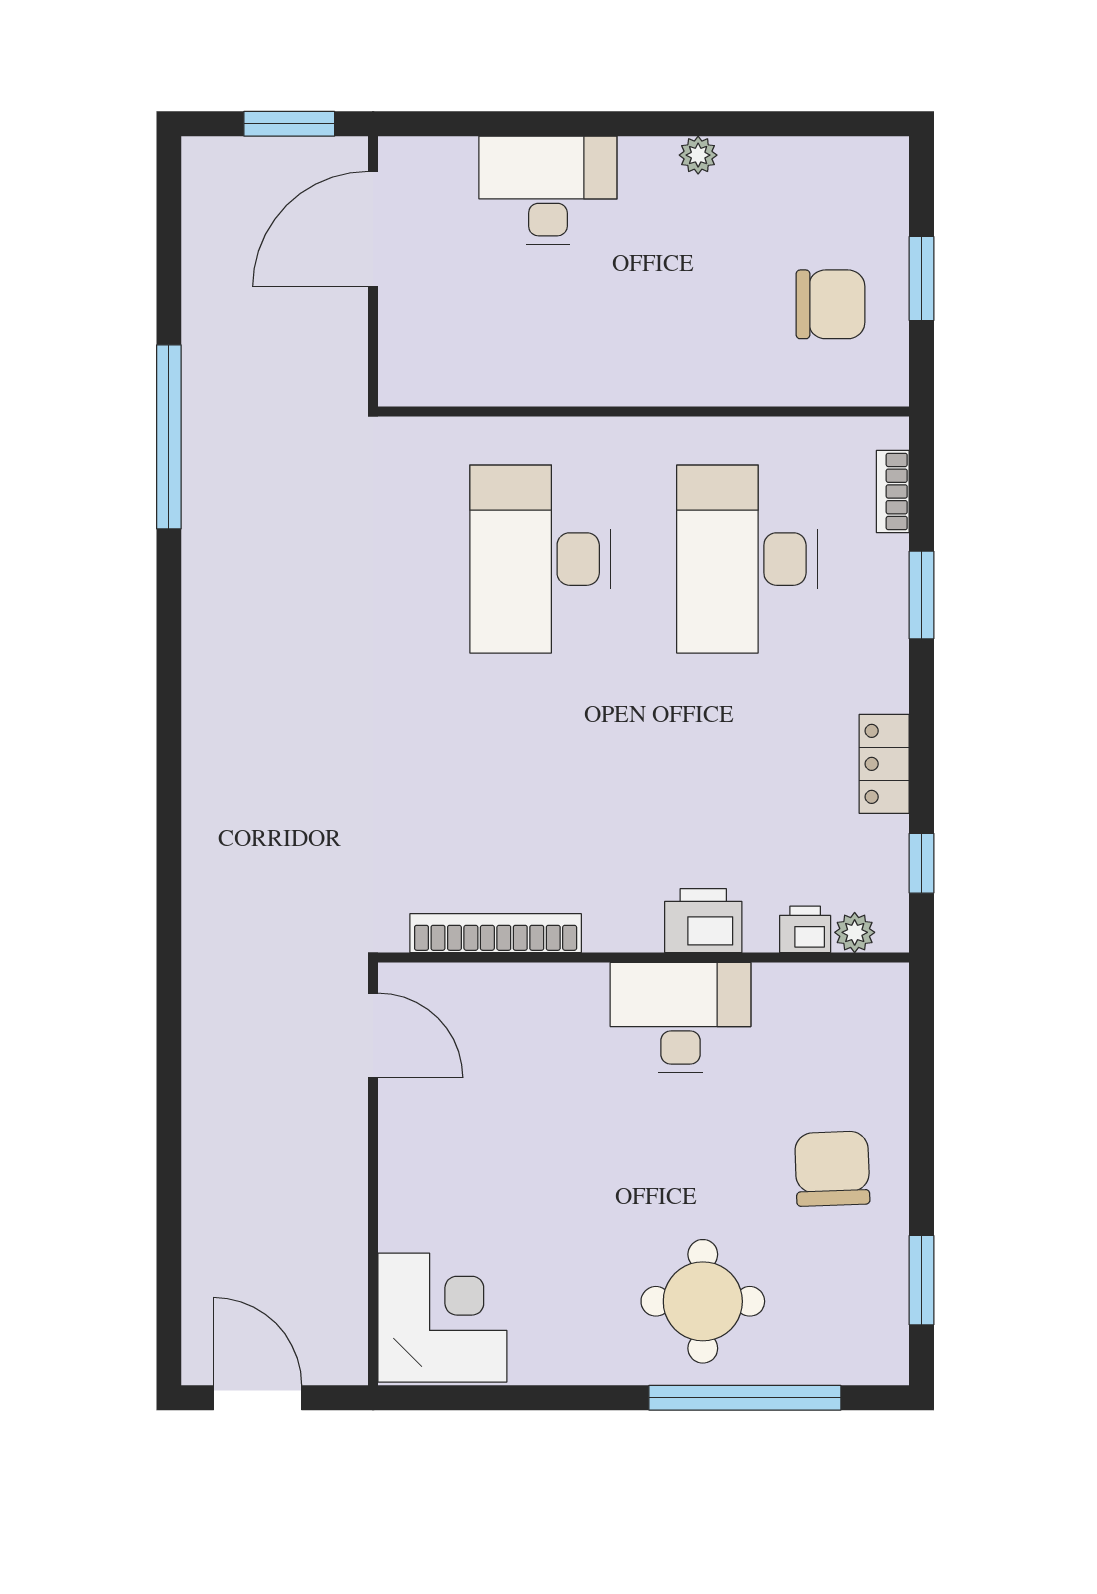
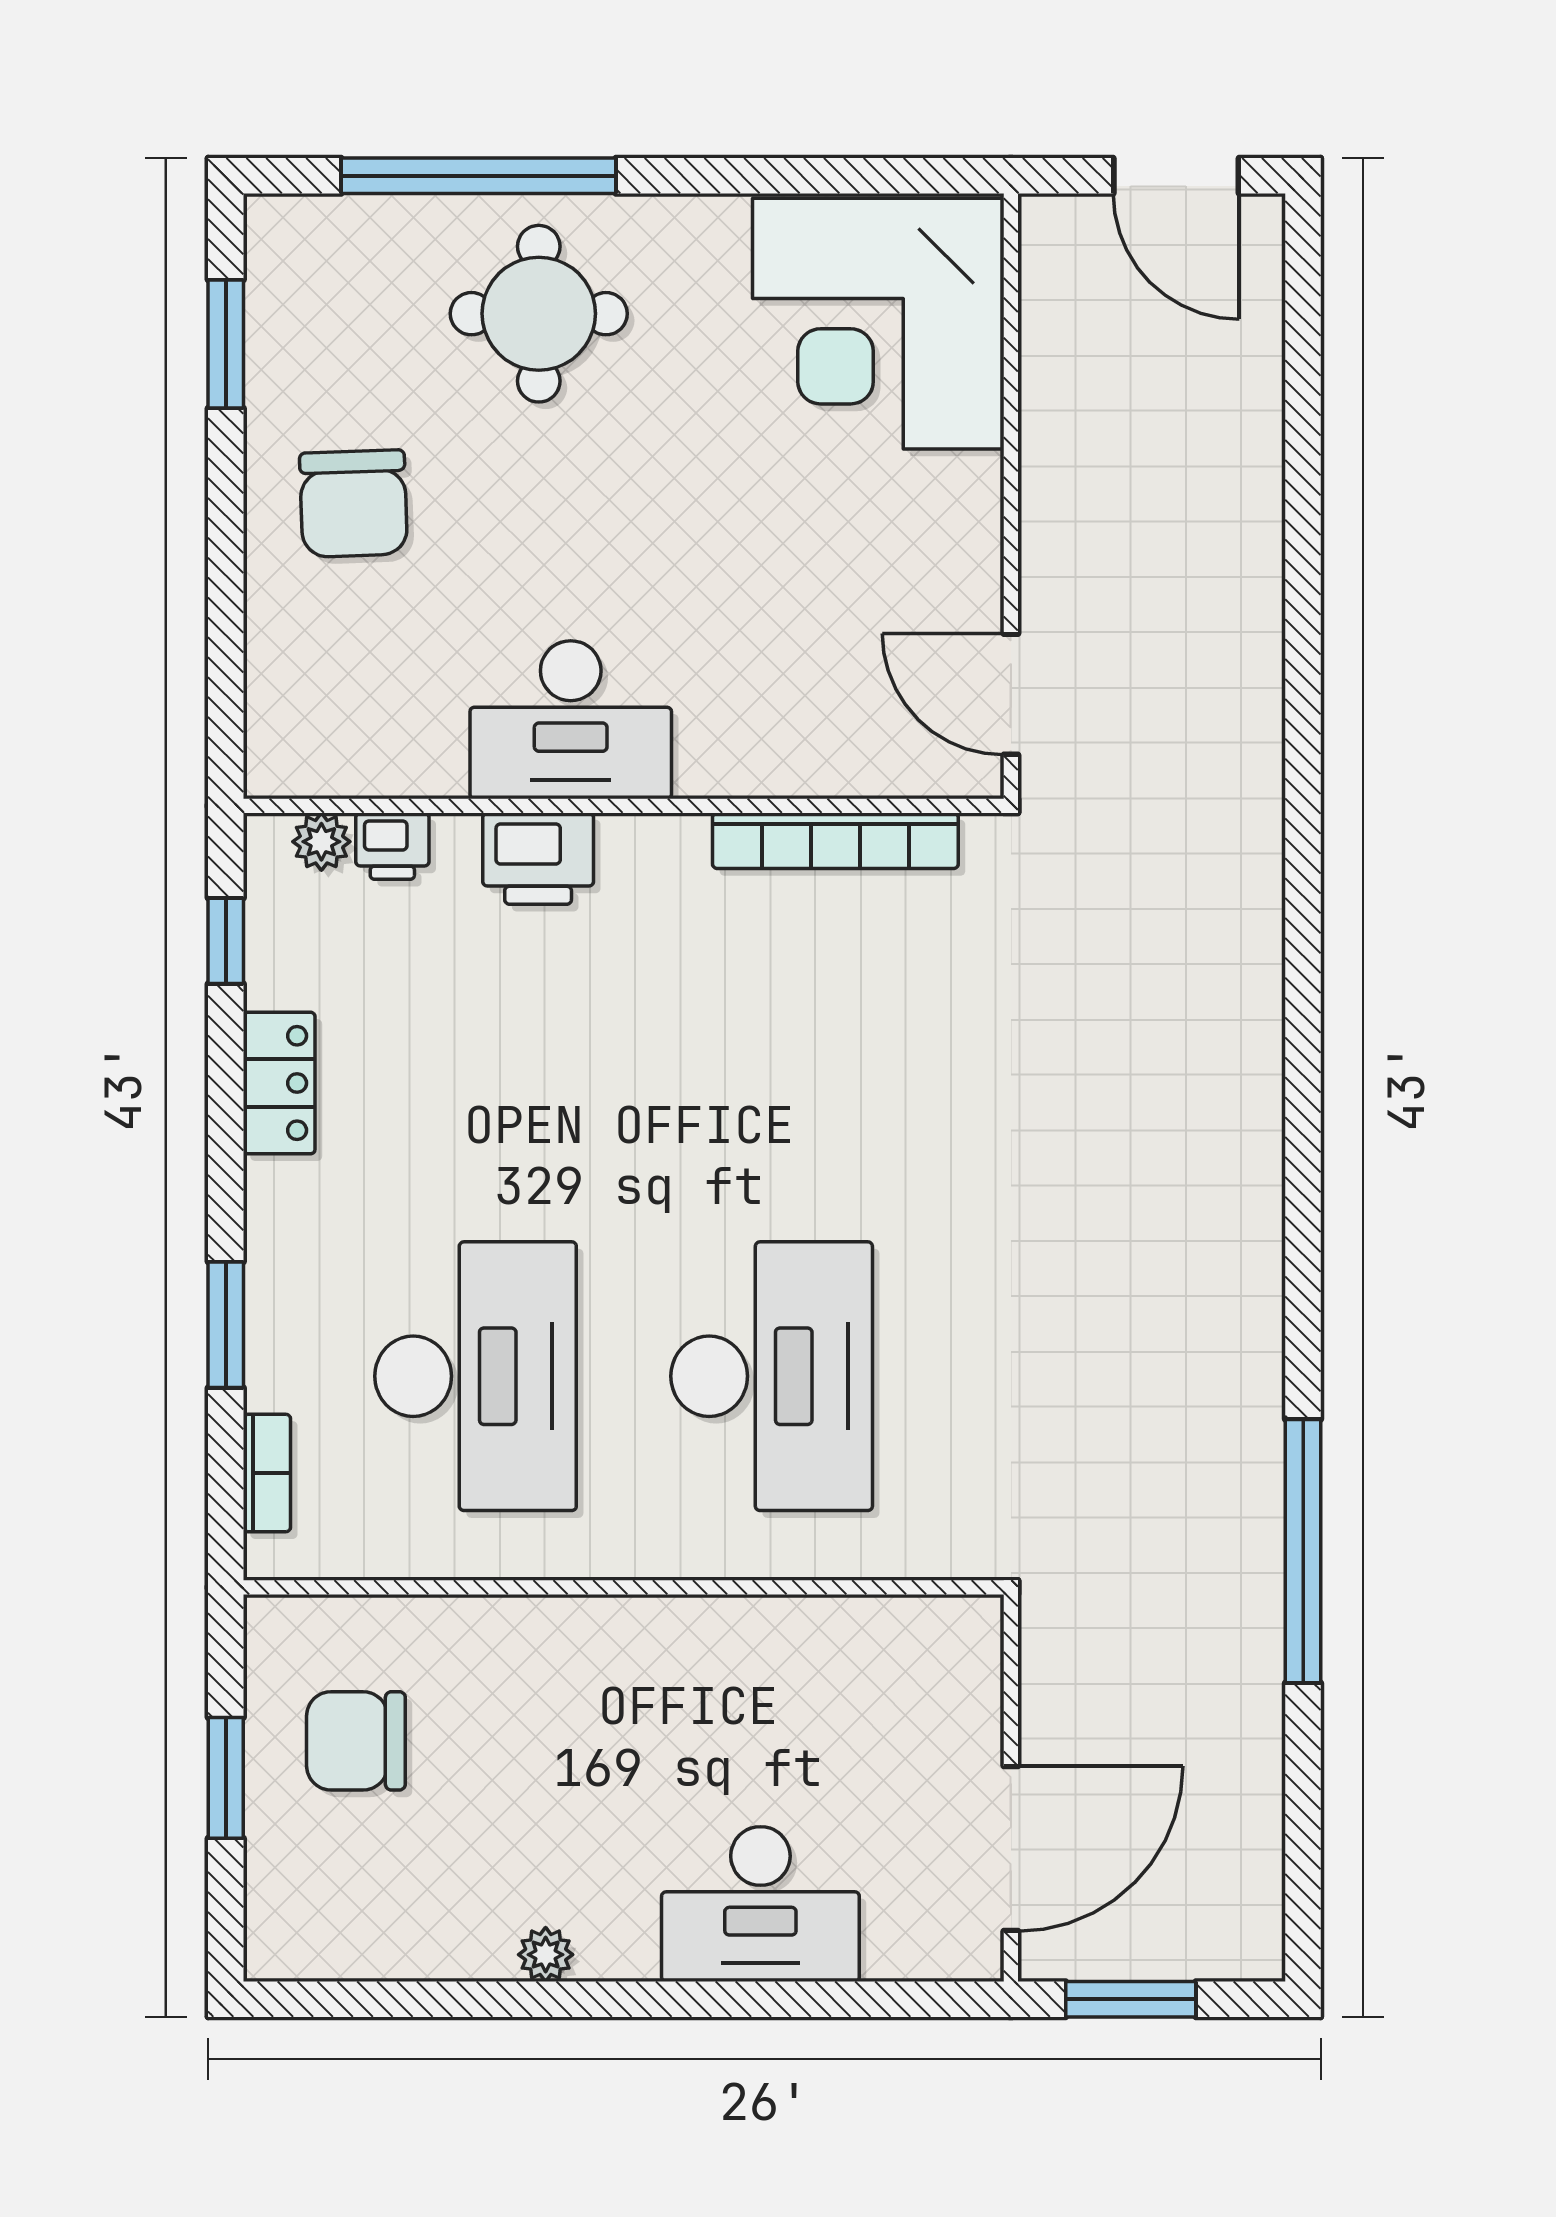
corner desk: (442, 1318) -> (878, 324), width x1.36, depth x1.36

